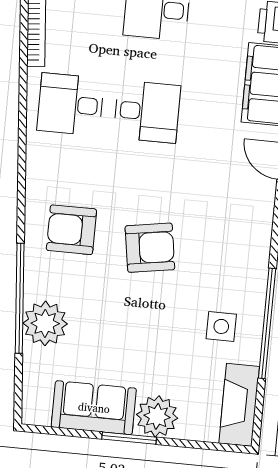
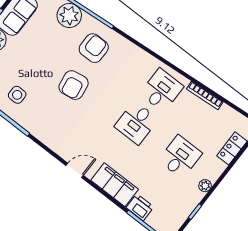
armchair: (71, 230) -> (94, 48), moved

